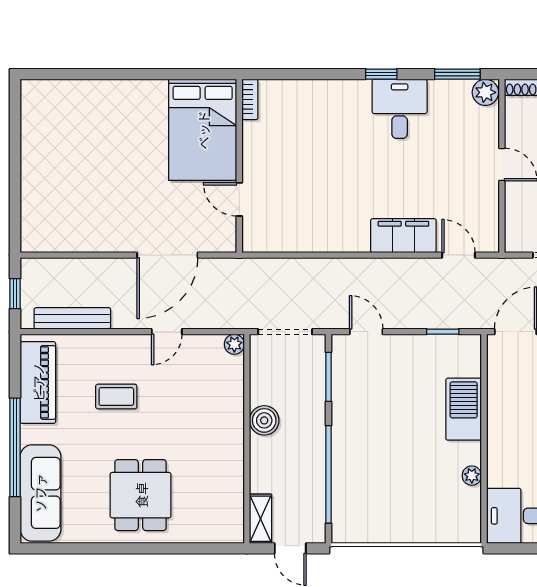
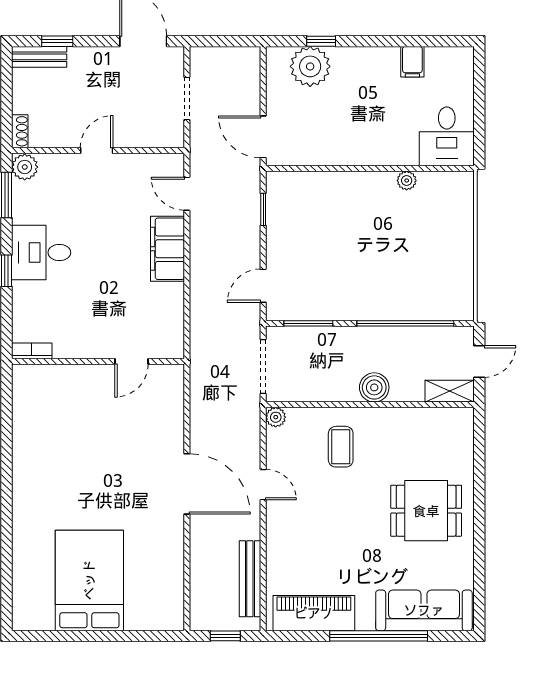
bookcase: (250, 99) -> (32, 351), moved
bed: (203, 130) -> (89, 580), moved, turned -90
wall: (239, 166) -> (98, 361), moved
door: (239, 199) -> (131, 361), moved
door: (459, 255) -> (187, 194), hinge flipped
coffee table: (116, 397) -> (341, 447), moved
barbecue: (464, 409) -> (340, 189), removed
boiler: (264, 420) -> (374, 387), moved

